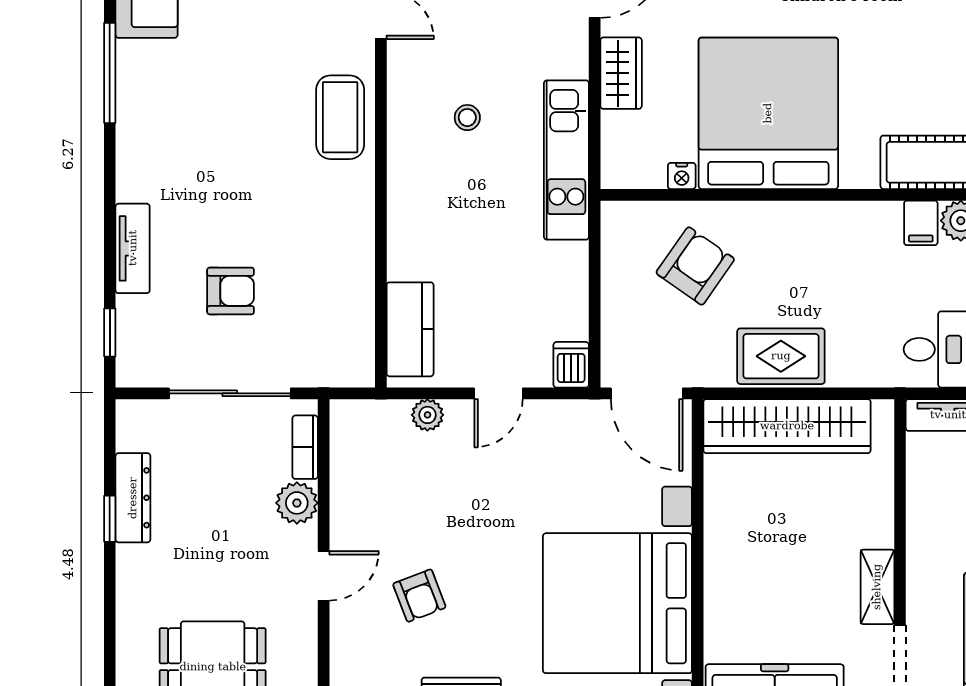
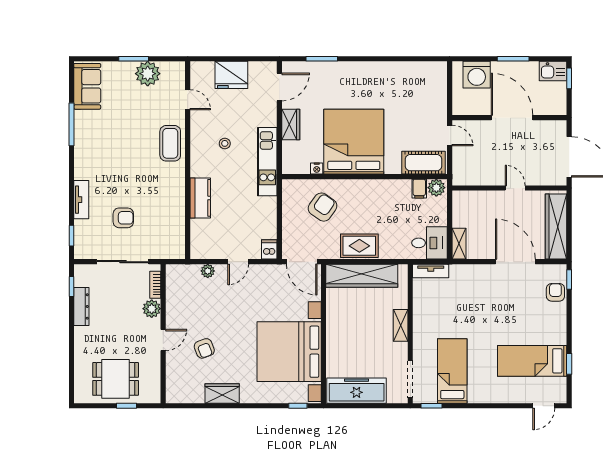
kitchen counter: (410, 329) -> (200, 198), moved
window: (110, 519) -> (71, 286), moved
shelving: (877, 587) -> (401, 325), moved

